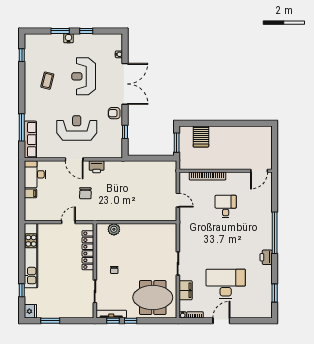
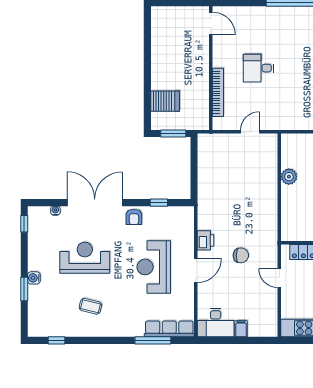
window: (86, 31) -> (24, 224), moved
reception desk: (84, 76) -> (85, 258), turned 180
plant: (114, 229) -> (289, 177), moved

